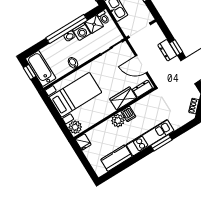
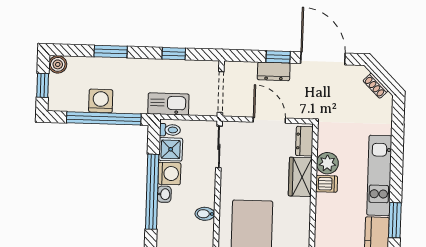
door: (141, 64) -> (269, 120), swing flipped
plant: (118, 121) -> (327, 163), moved
window: (161, 143) -> (395, 220), moved

